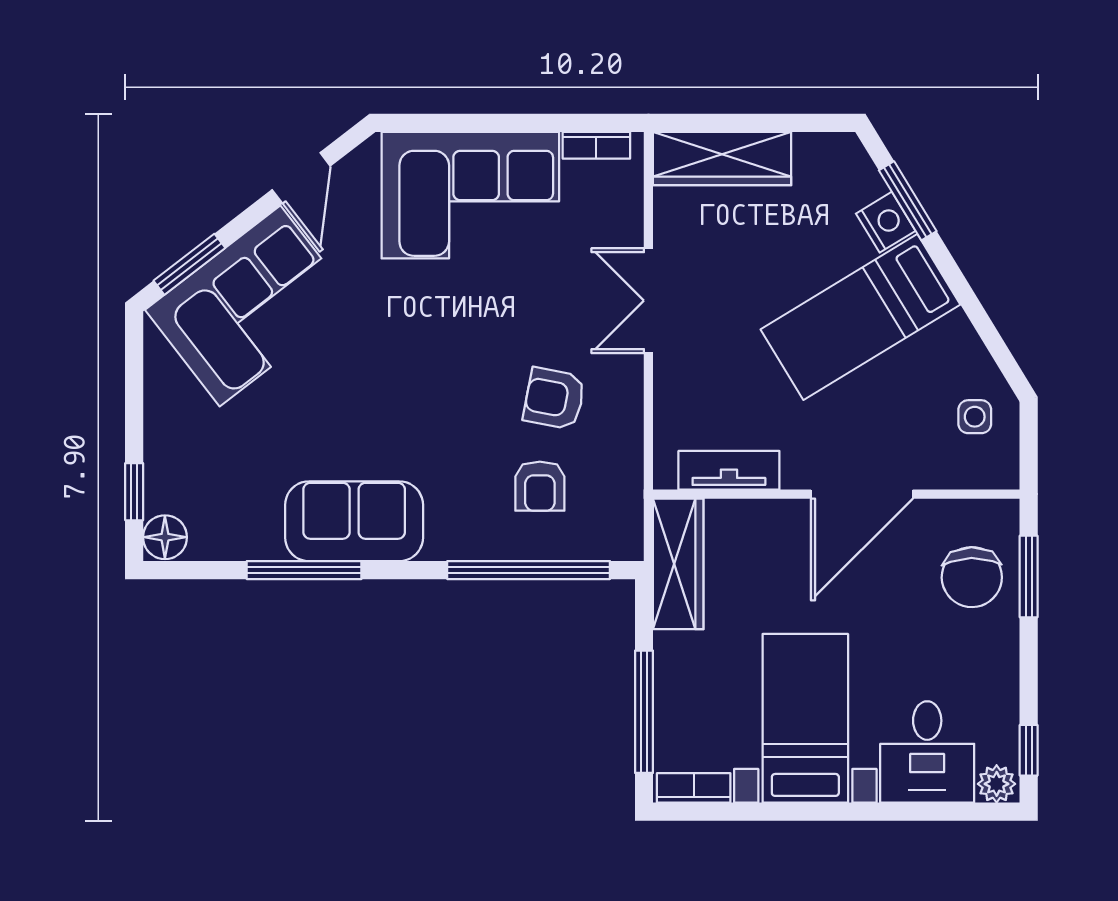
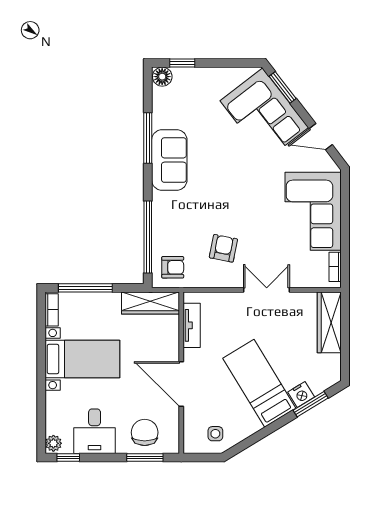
armchair: (540, 486) -> (173, 267), moved, turned 180
chair: (972, 577) -> (145, 432), turned 91
desk: (927, 752) -> (95, 431), moved, turned -90

